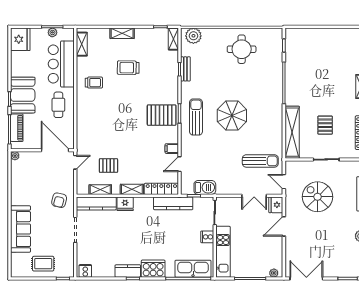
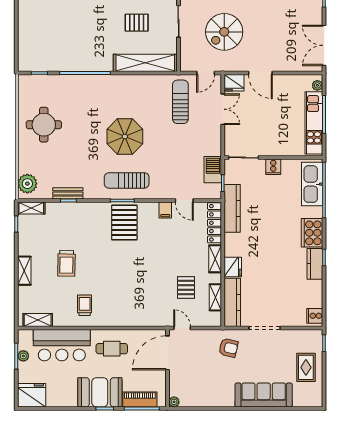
kitchen unit: (223, 252) -> (314, 123), moved, turned -90

